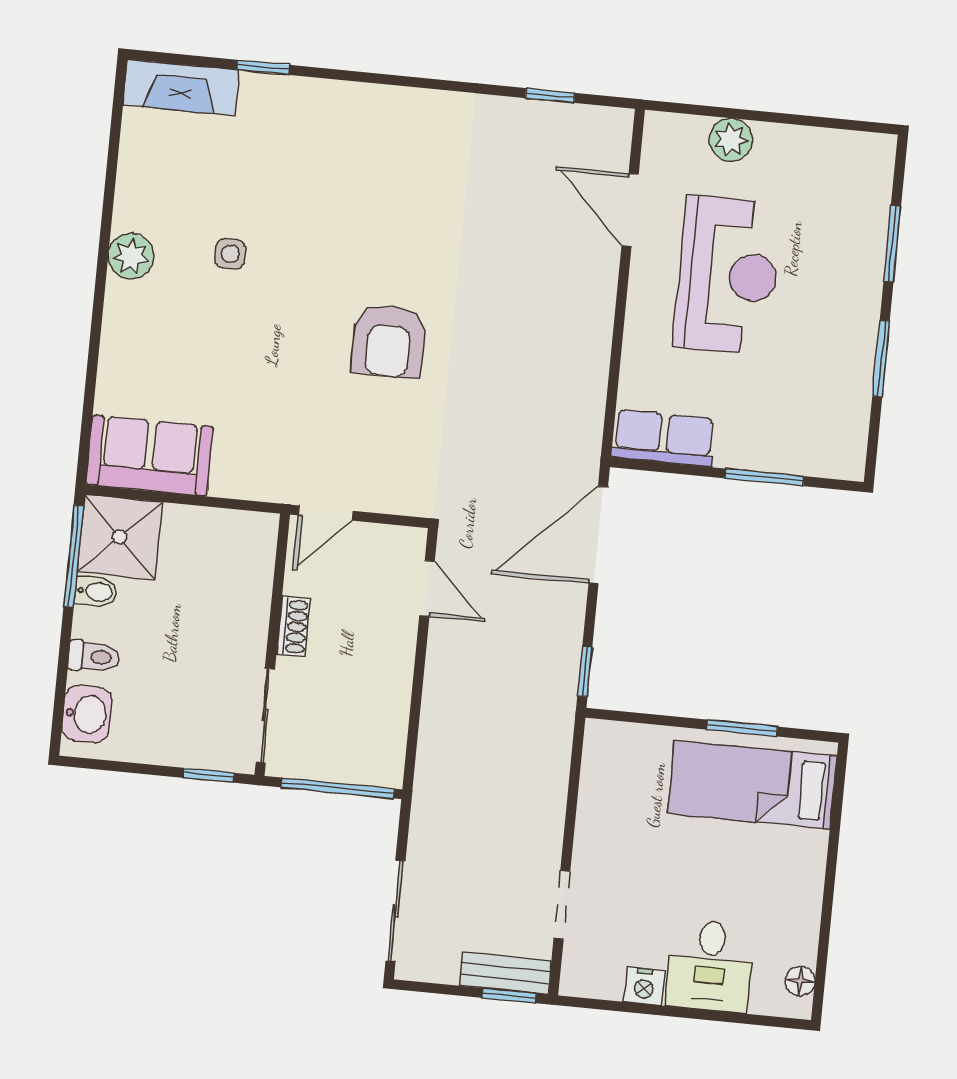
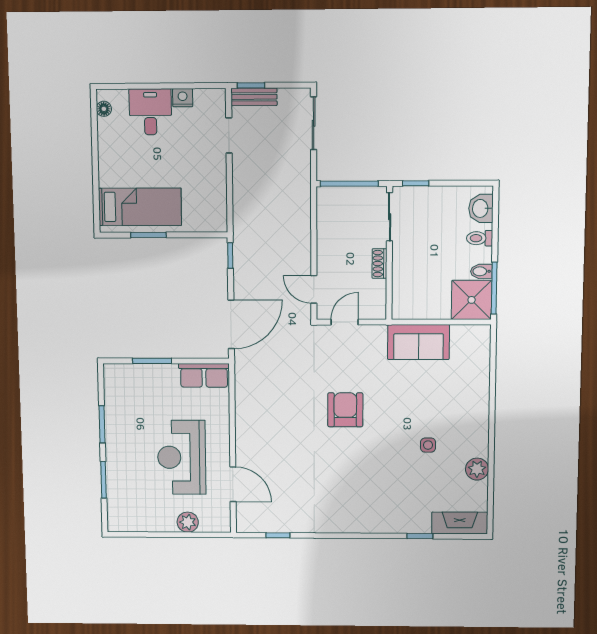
plant: (131, 256) -> (477, 469), moved
sofa: (150, 456) -> (418, 342), moved
door: (326, 513) -> (345, 322), moved

